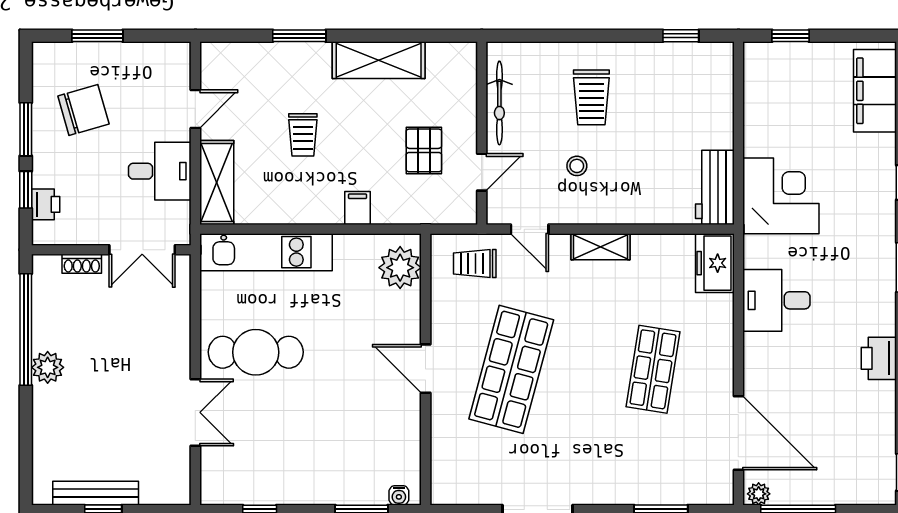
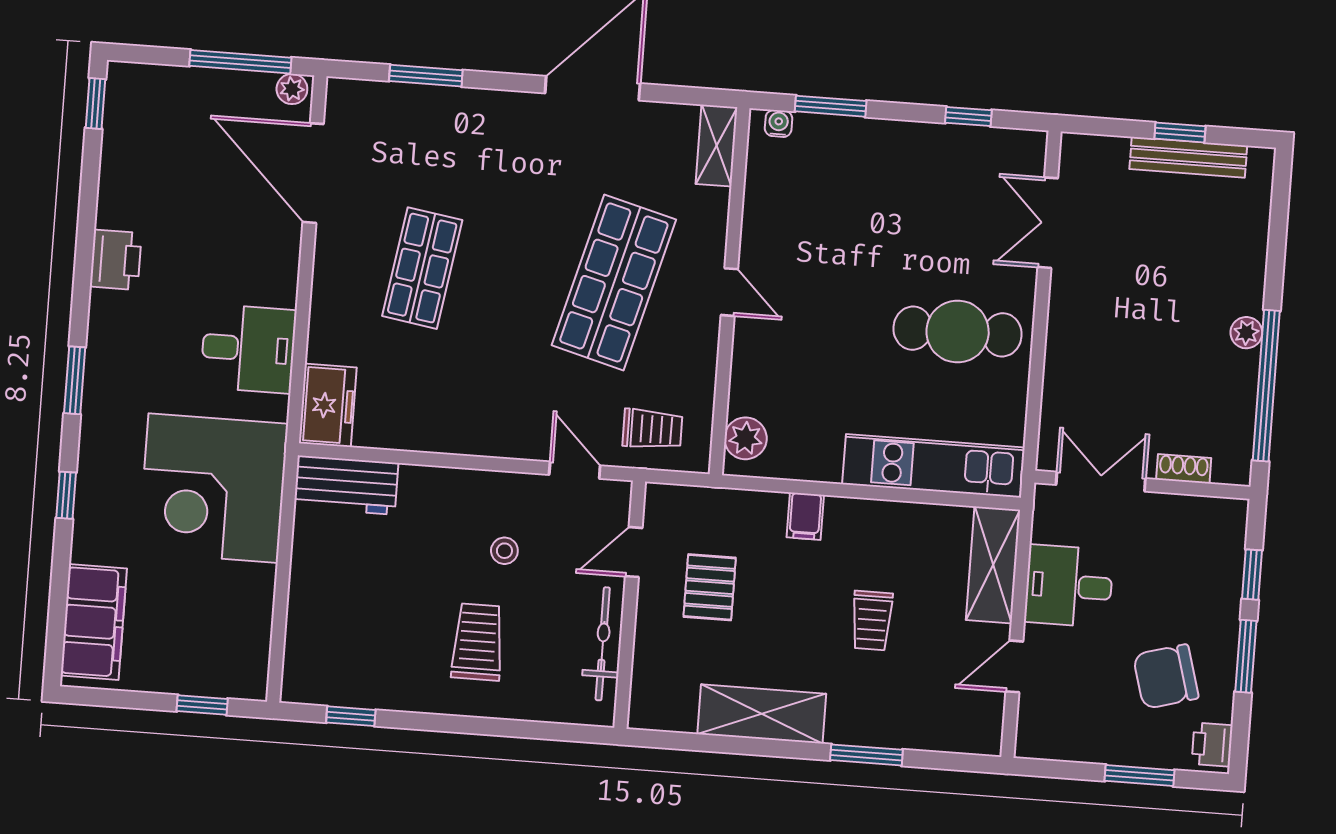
trolley: (303, 135) -> (872, 621), turned 180
workbench: (715, 187) -> (346, 485), moved, turned 90
corner desk: (781, 196) -> (213, 488), width x1.36, depth x1.36
printer: (46, 204) -> (1212, 745), moved
shelving: (601, 247) -> (716, 146), moved, turned 90
plant: (400, 268) -> (746, 438), width x0.73, depth x0.73
plant: (48, 367) -> (1246, 333), width x0.73, depth x0.73
door: (426, 369) -> (729, 292), width x0.73
double door: (195, 412) -> (1048, 223), moved

